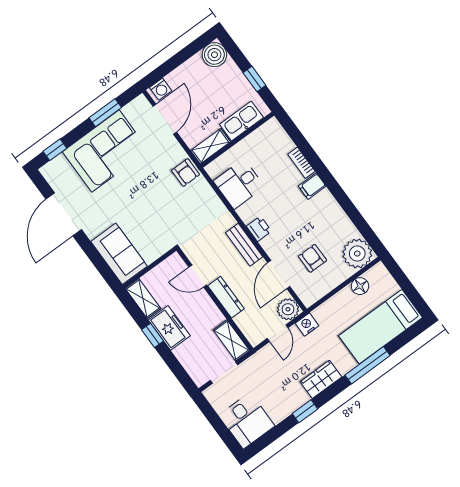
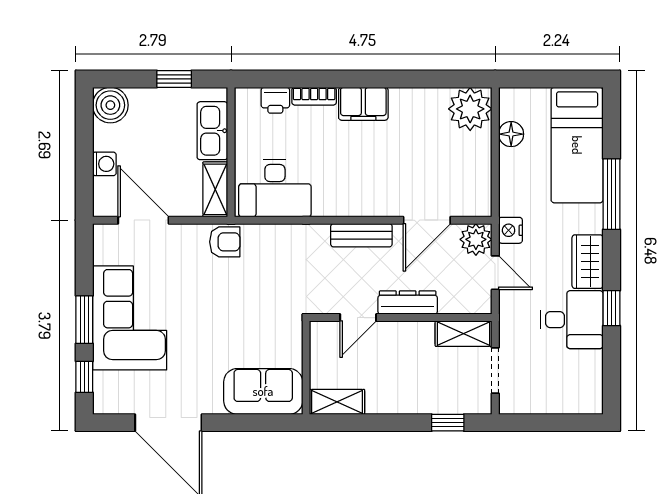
washing machine: (161, 89) -> (104, 164), moved
window: (105, 113) -> (84, 320), moved
desk: (239, 184) -> (275, 188), width x1.37
filing cabinet: (312, 186) -> (363, 104), width x2.00
printer: (259, 229) -> (275, 100), moved, turned 180
armchair: (313, 258) -> (437, 166), removed
door: (279, 275) -> (427, 220), hinge flipped
freezer: (169, 328) -> (395, 396), removed
window: (153, 335) -> (448, 423), moved
desk: (247, 421) -> (572, 320), moved

